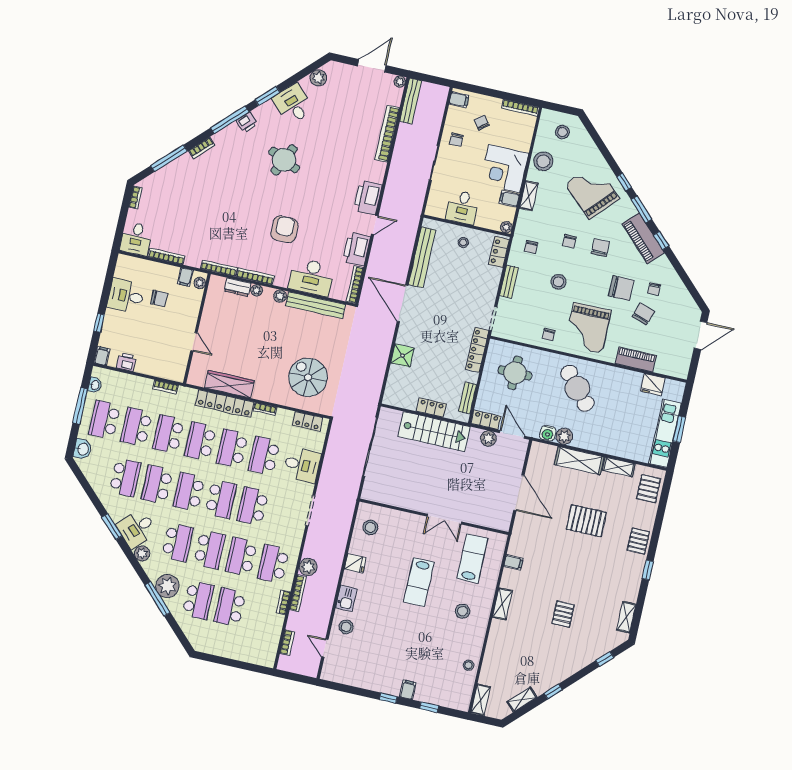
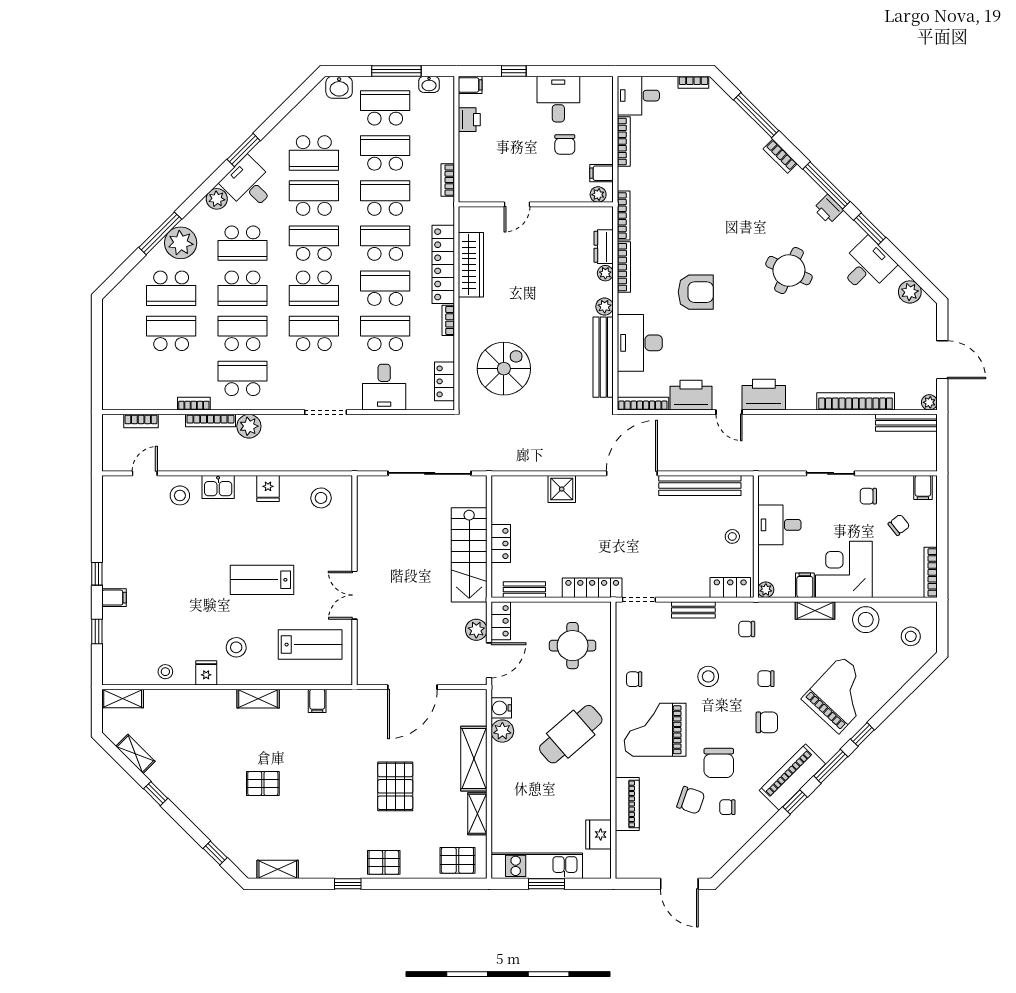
fridge: (476, 637) -> (206, 673), added

